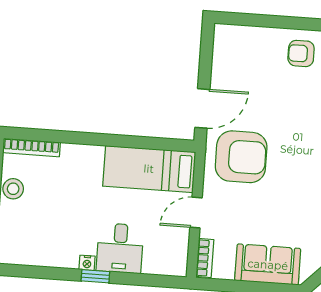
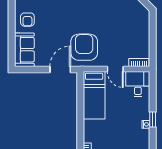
door: (202, 108) -> (60, 69), hinge flipped
desk: (120, 248) -> (138, 84), moved, turned -90
sofa: (268, 265) -> (24, 50), moved, turned 180

